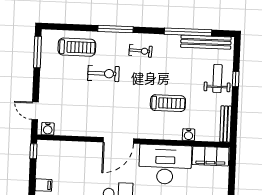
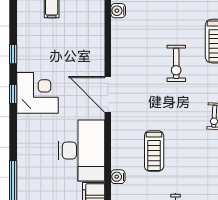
exercise bike: (103, 73) -> (176, 63), moved

